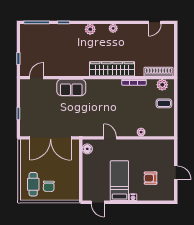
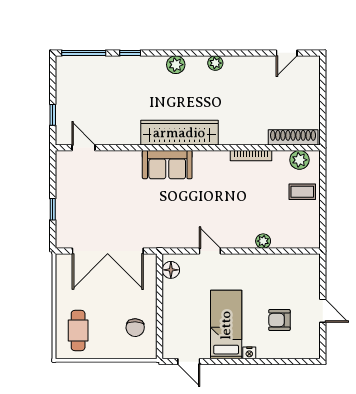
wardrobe: (112, 69) -> (179, 133), moved
door: (36, 78) -> (84, 148), hinge flipped
sofa: (71, 88) -> (167, 165), moved
chair: (49, 186) -> (135, 328), moved

